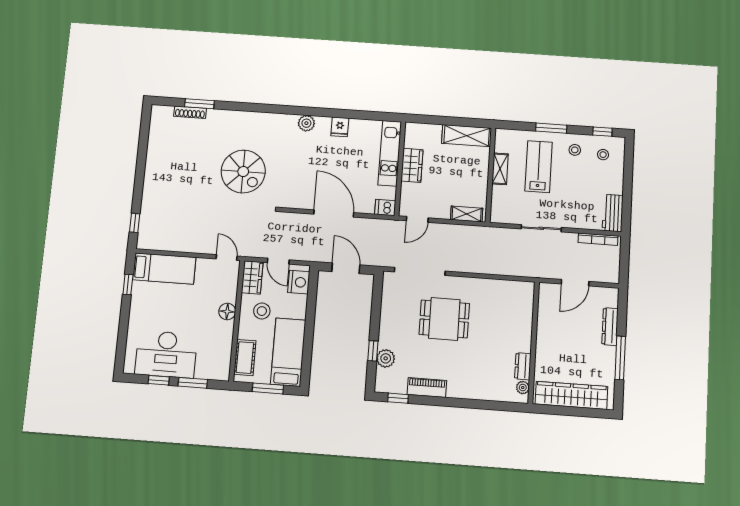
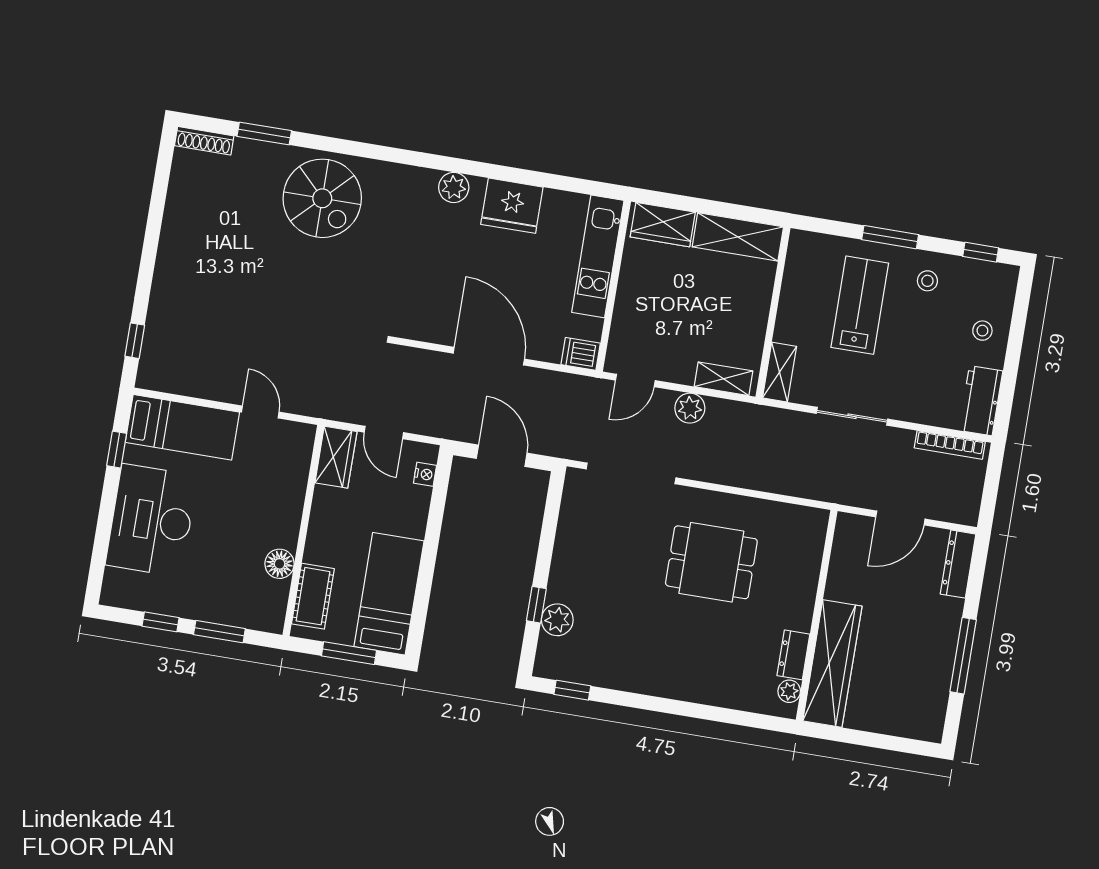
shoe rack: (190, 112) -> (204, 141), moved
fridge: (340, 127) -> (512, 206), width x1.88, depth x1.34
stool: (603, 155) -> (982, 331), moved
wardrobe: (412, 165) -> (663, 225), moved, turned 90
shelving: (500, 169) -> (780, 372), moved
spiral stairs: (243, 172) -> (322, 198), moved
plant: (449, 232) -> (690, 408), added
door: (227, 257) -> (260, 412), moved
nightstand: (299, 282) -> (425, 474), width x0.53, depth x0.56
floor lamp: (227, 311) -> (280, 564), moved
stool: (262, 311) -> (348, 518), removed
dining table: (444, 319) -> (711, 562), moved
dresser: (610, 327) -> (958, 564), moved
desk: (166, 354) -> (152, 520), moved, turned 90
piano: (427, 387) -> (624, 676), removed
wardrobe: (571, 395) -> (832, 664), moved, turned 90

